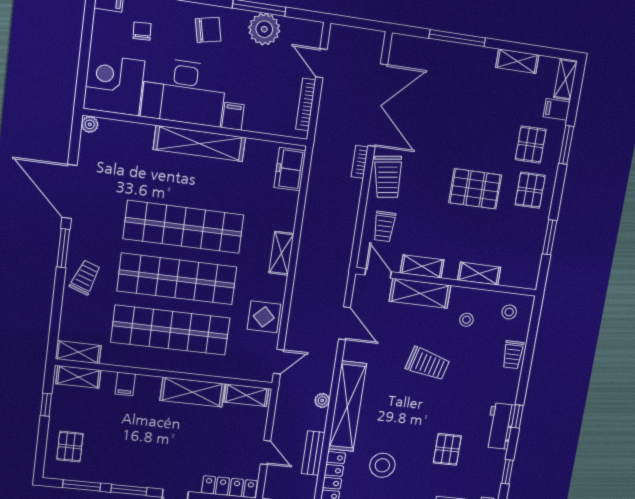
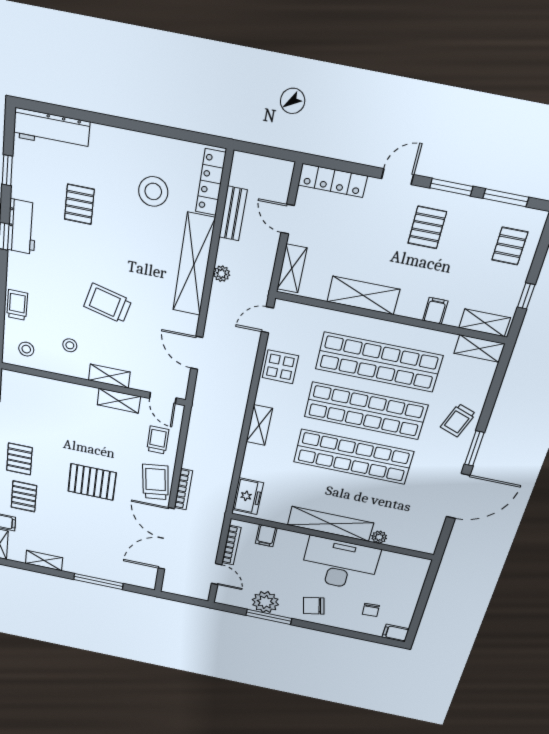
corner desk: (114, 85) -> (402, 575), removed
filing cabinet: (233, 116) -> (266, 536), moved
plant: (90, 124) -> (379, 537), moved
bookcase: (360, 162) -> (183, 489), width x1.56
pallet: (475, 189) -> (92, 482), moved
door: (69, 192) -> (458, 496), hinge flipped
shelving: (479, 274) -> (61, 389), removed
shelving: (420, 293) -> (109, 376), width x0.67, depth x0.75
shelving: (246, 395) -> (292, 269), moved, turned 90
pallet: (144, 456) -> (427, 227), added

